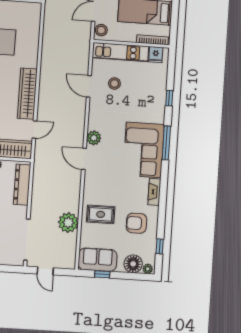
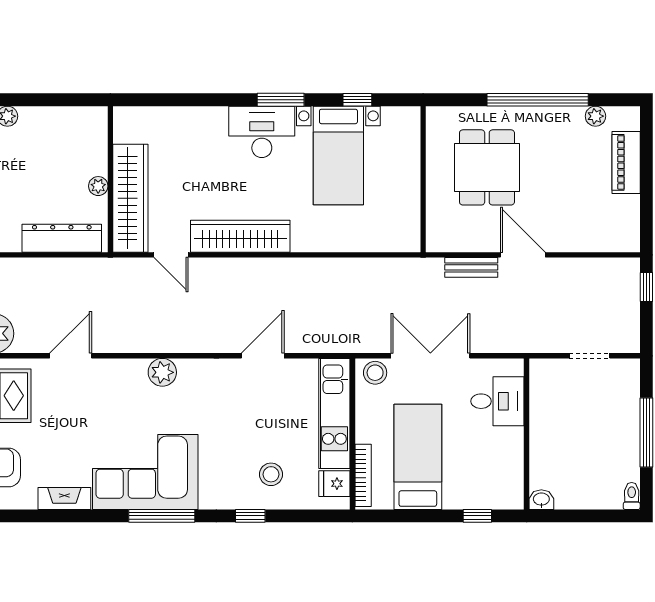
stool: (114, 83) -> (271, 474), moved
door: (84, 159) -> (71, 356), moved

